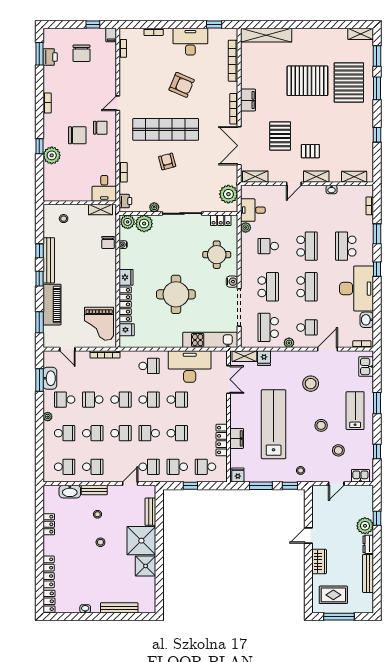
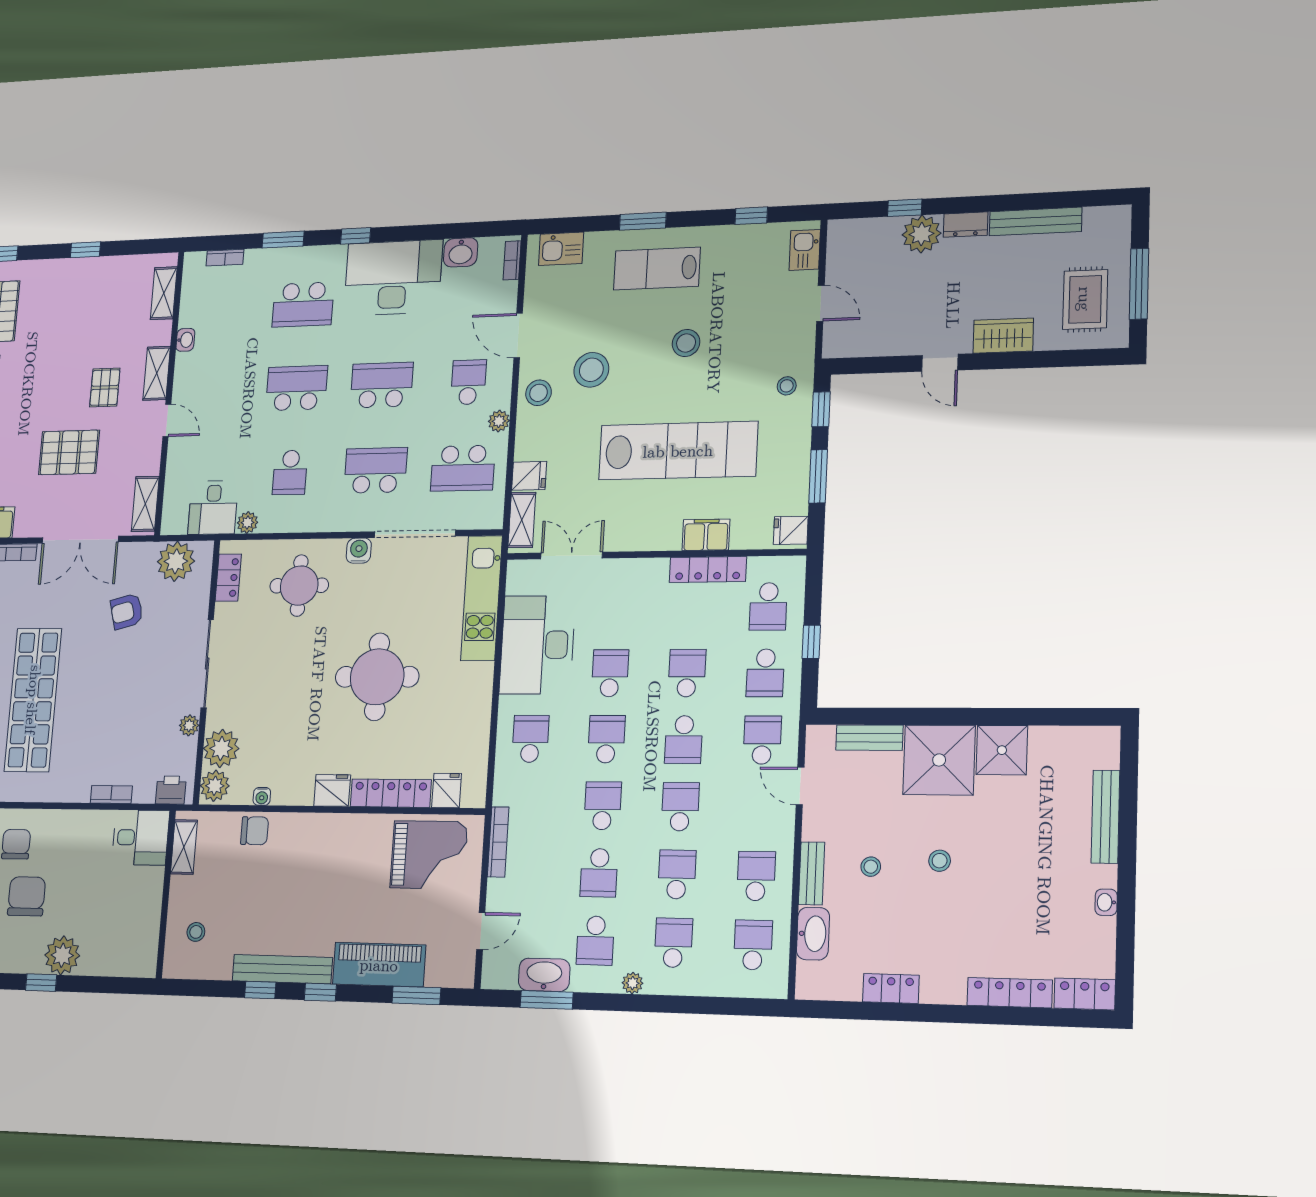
armchair: (167, 161) -> (127, 611), moved
lab bench: (274, 424) -> (678, 451), turned 180
stool: (338, 450) -> (539, 393), moved

